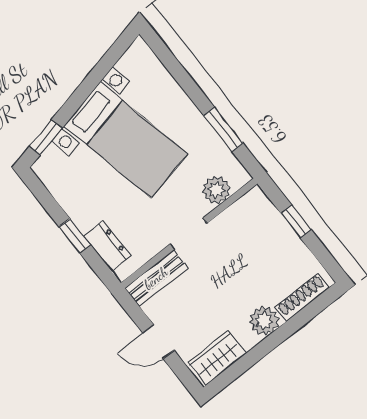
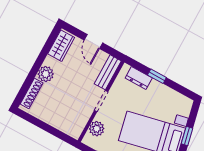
window: (46, 137) -> (187, 136), moved
window: (296, 221) -> (51, 130), removed
door: (158, 342) -> (93, 41), swing flipped

